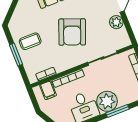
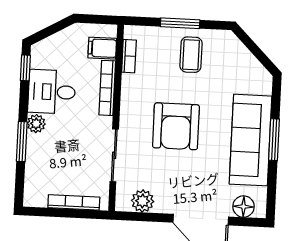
plant: (116, 22) -> (143, 201), moved
armchair: (72, 32) -> (176, 126), turned -111
plant: (107, 101) -> (36, 124), width x0.53, depth x0.53

